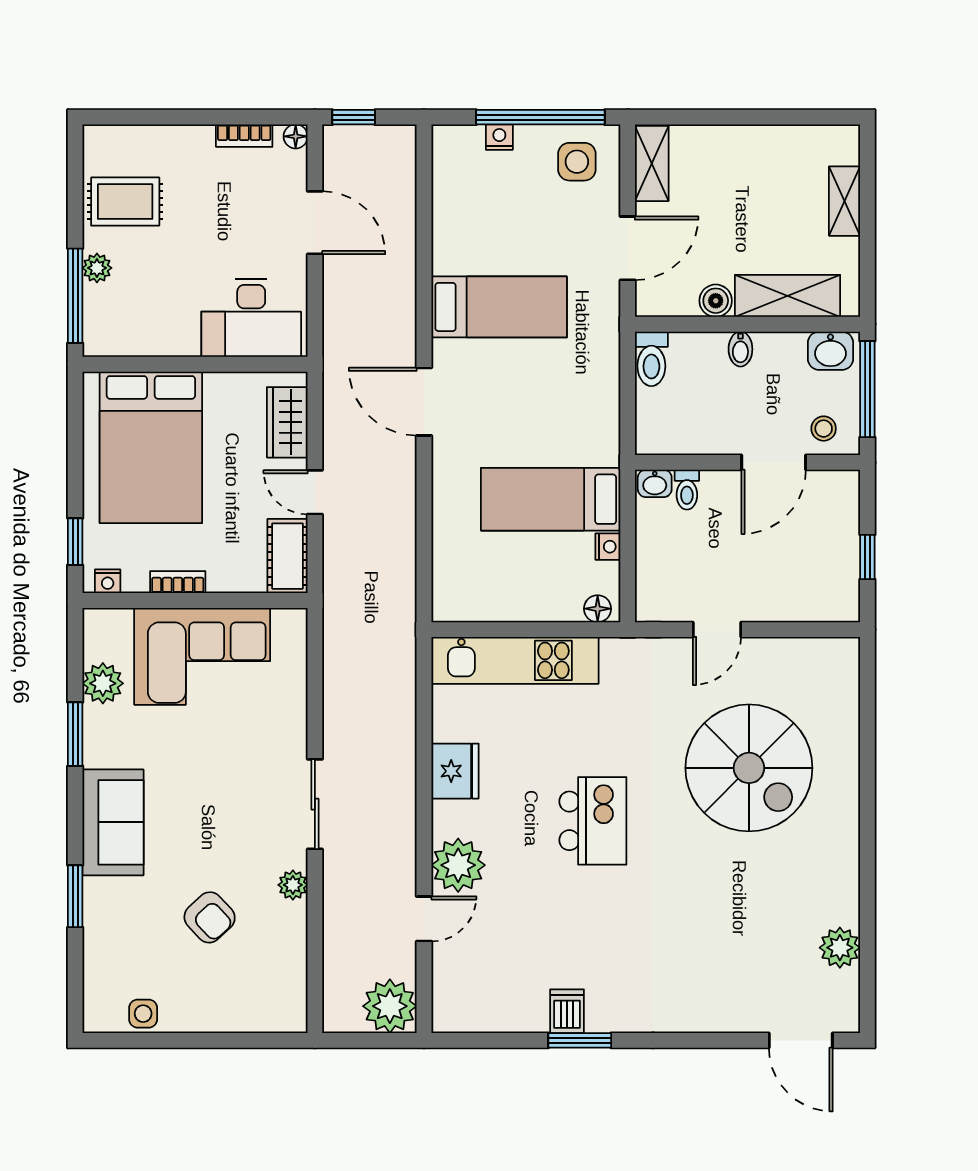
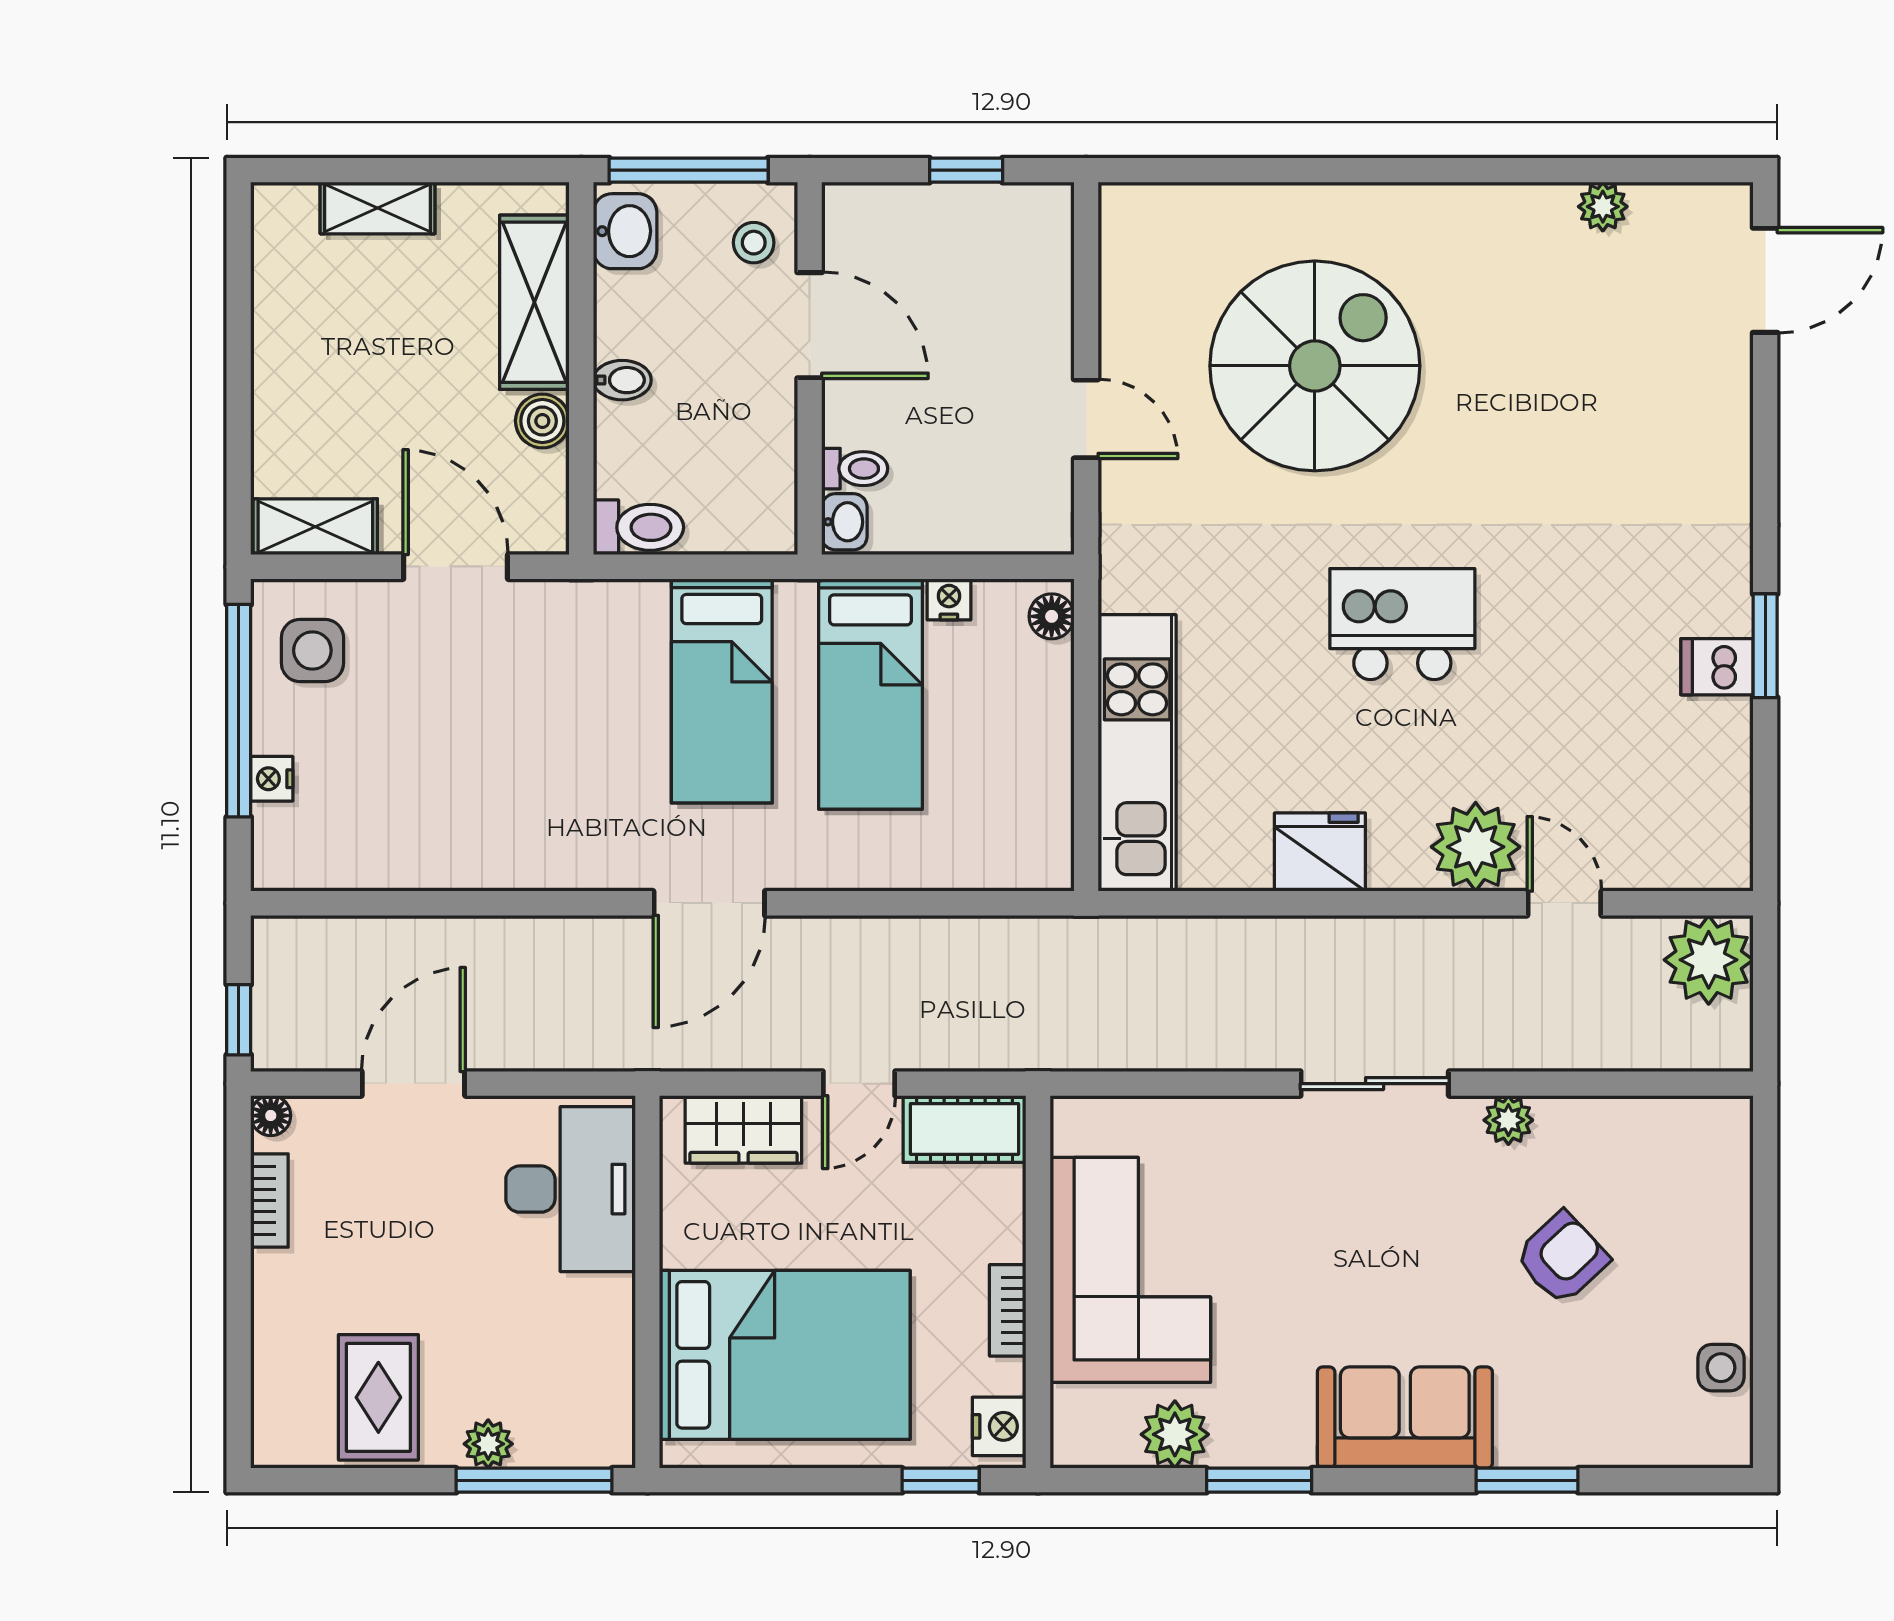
bed: (499, 307) -> (722, 691), moved, turned 180
nightstand: (108, 581) -> (999, 1426), width x1.39, depth x1.35
plant: (840, 948) -> (1603, 207), width x0.73, depth x0.73

